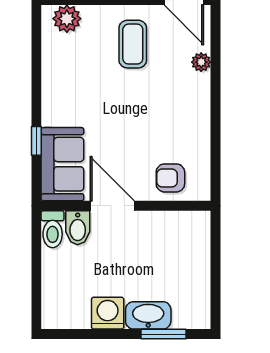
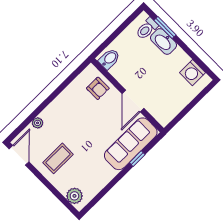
sofa: (62, 164) -> (131, 144), width x1.36
bidet: (78, 228) -> (109, 59), moved
toilet: (53, 229) -> (147, 29), moved, turned 180
washing machine: (108, 313) -> (192, 73), moved

